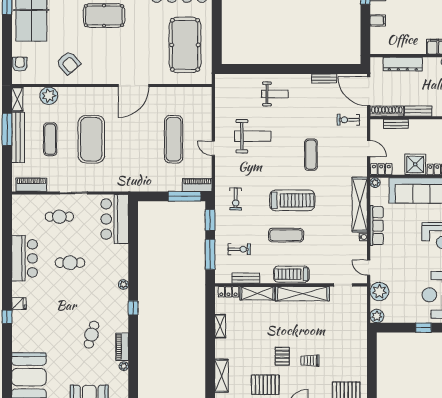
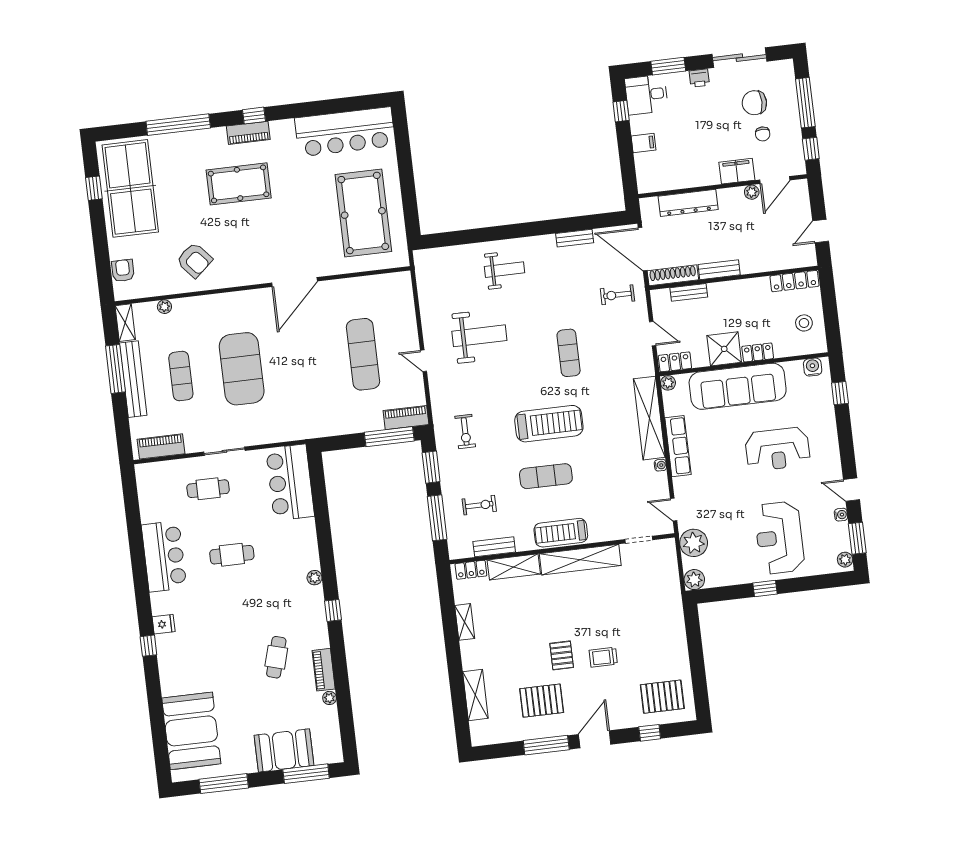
plant: (49, 96) -> (164, 307), width x0.53, depth x0.53

